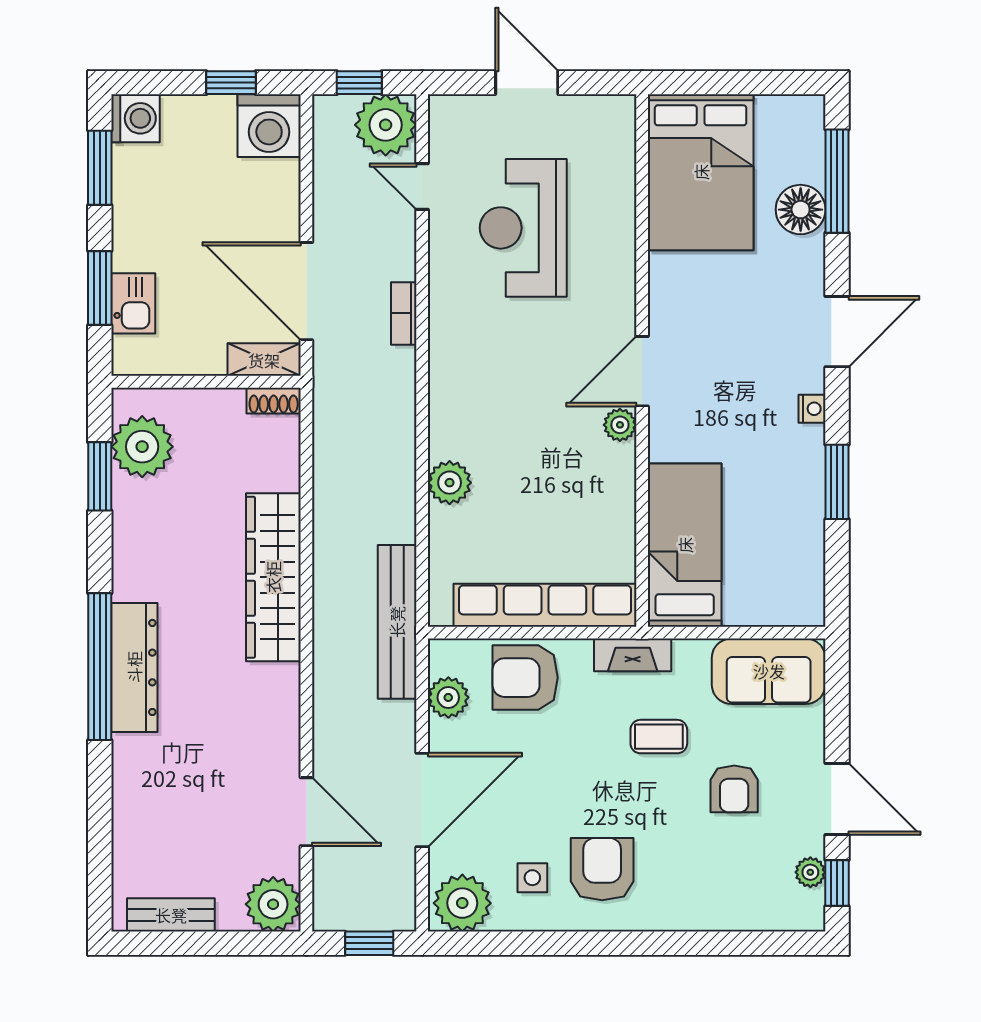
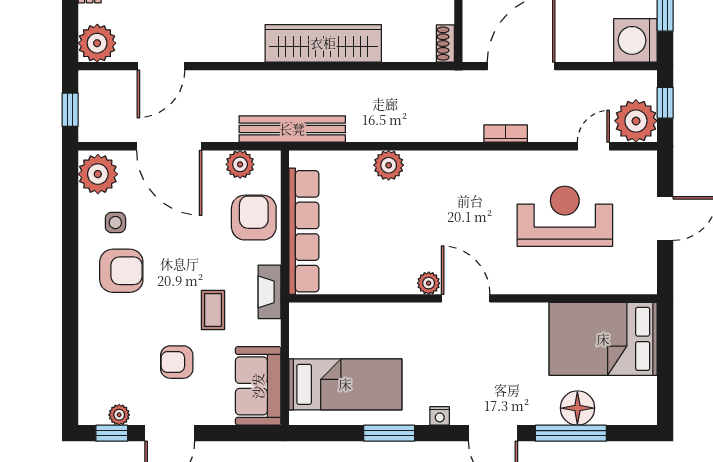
window: (837, 181) -> (571, 433), moved
shelving: (264, 360) -> (474, 37), removed
bed: (685, 545) -> (345, 384), moved

